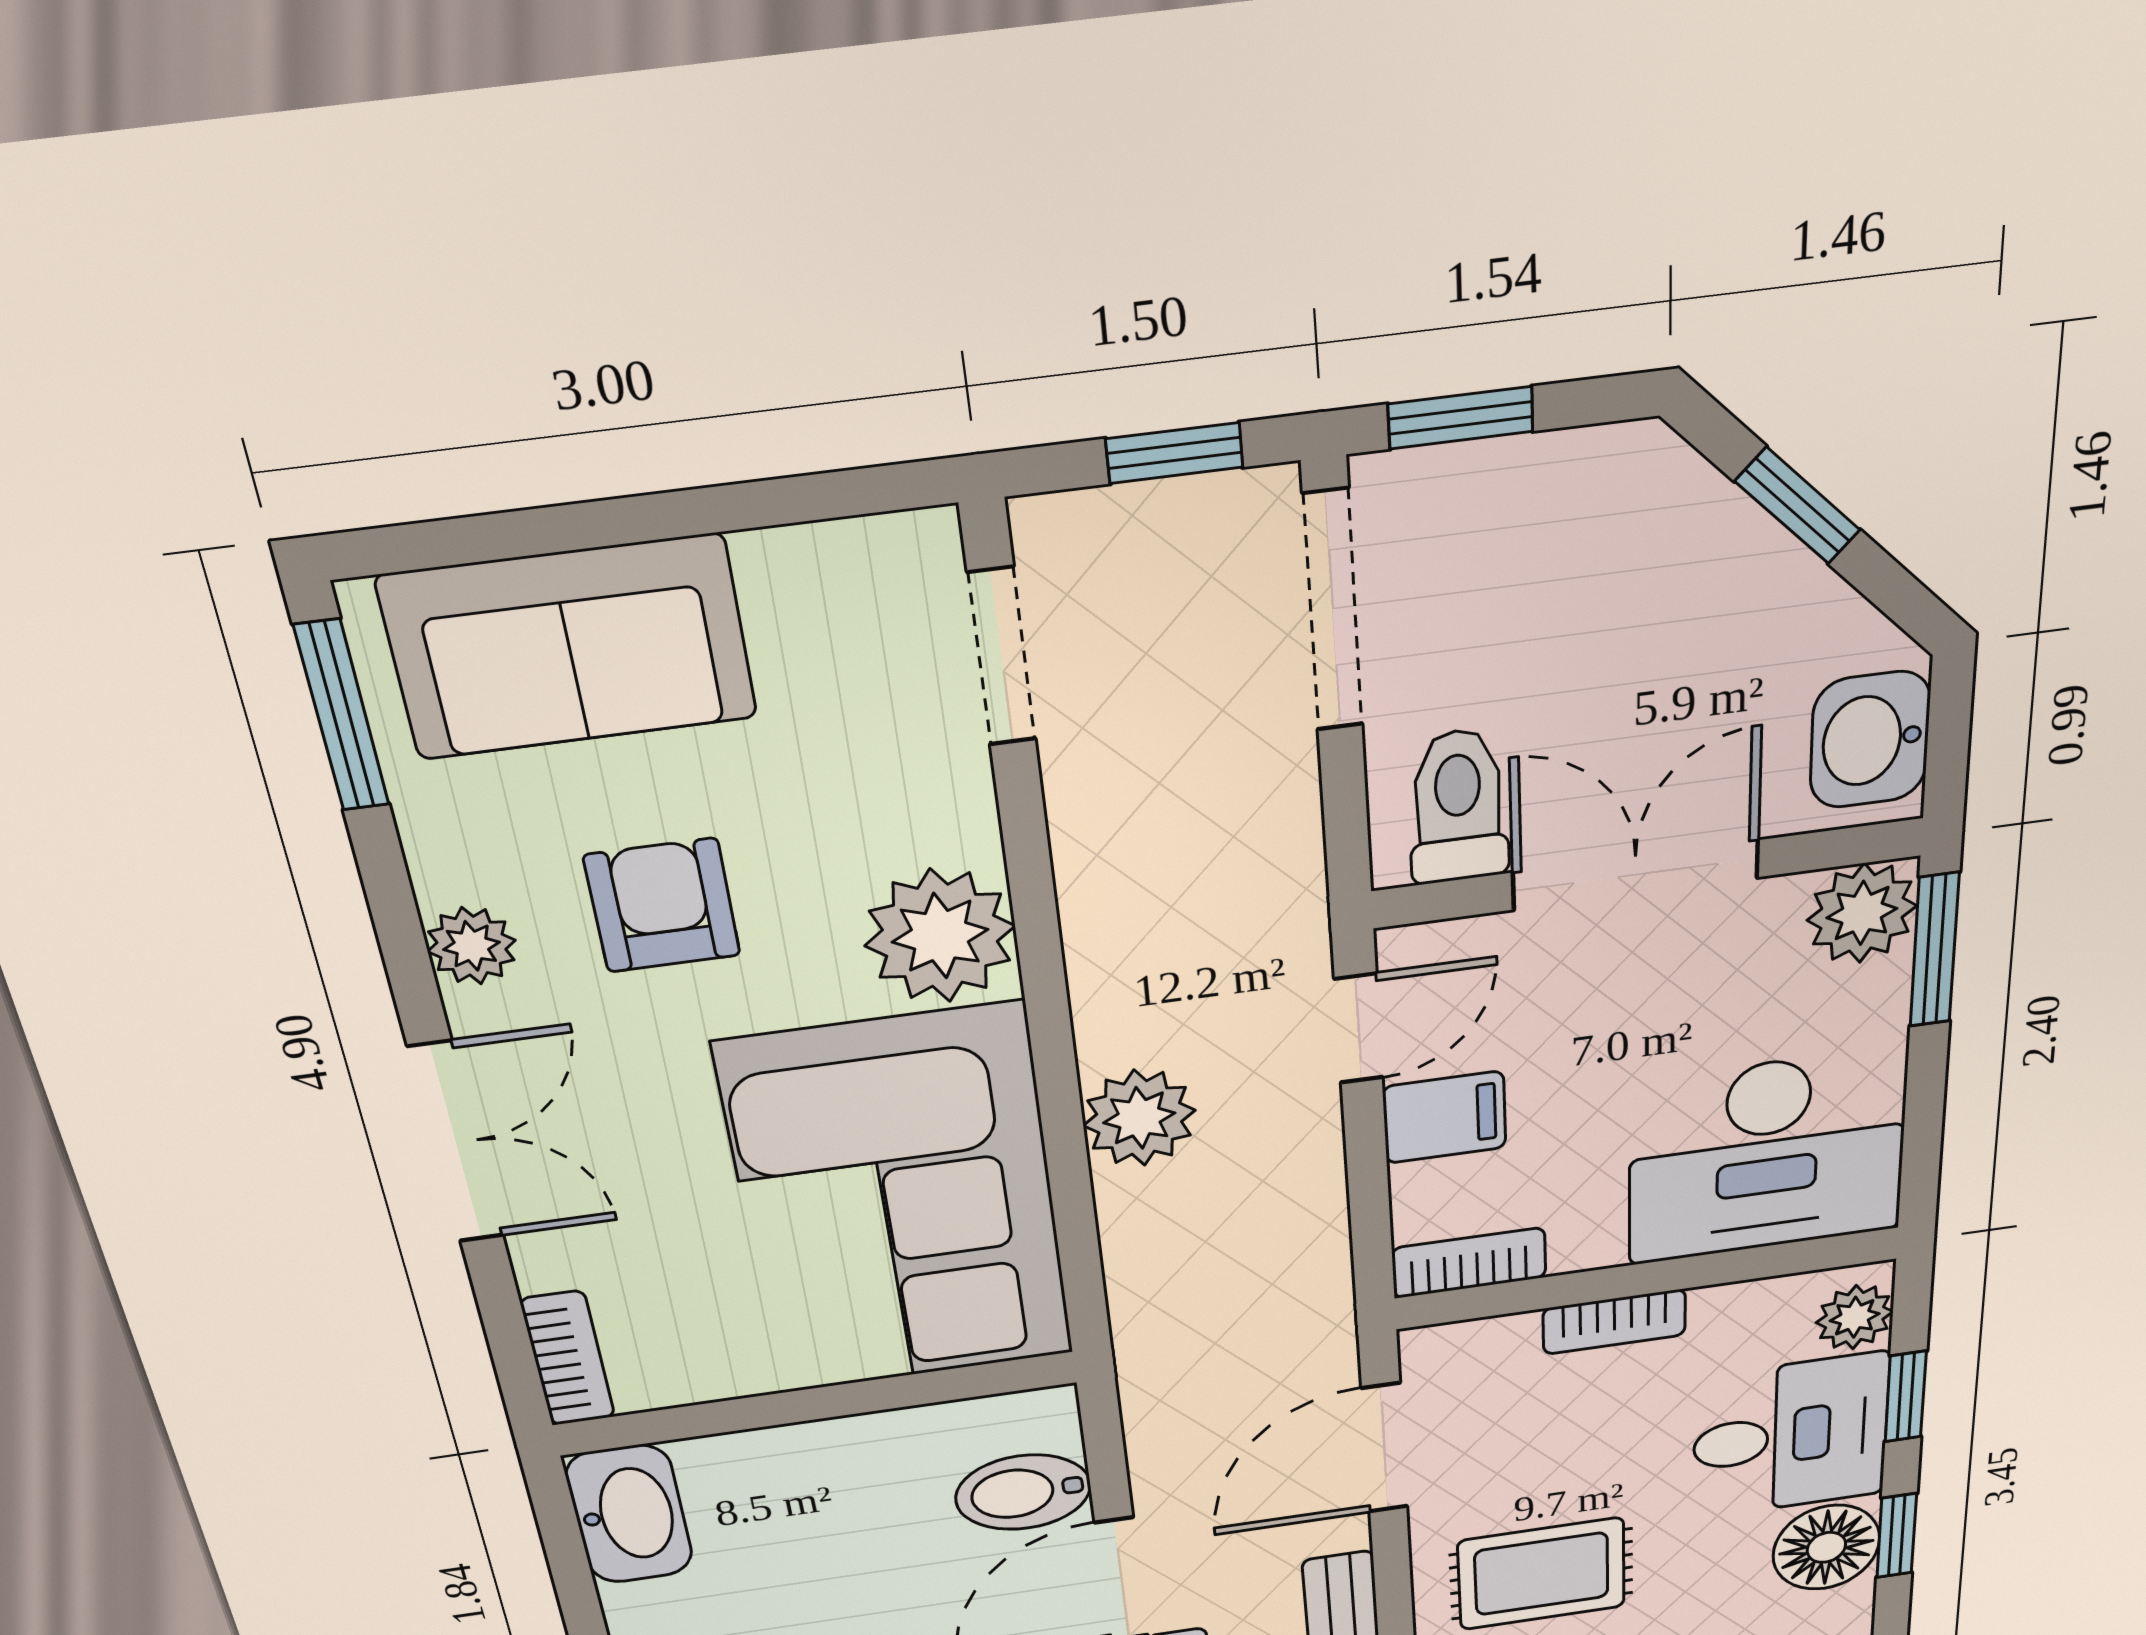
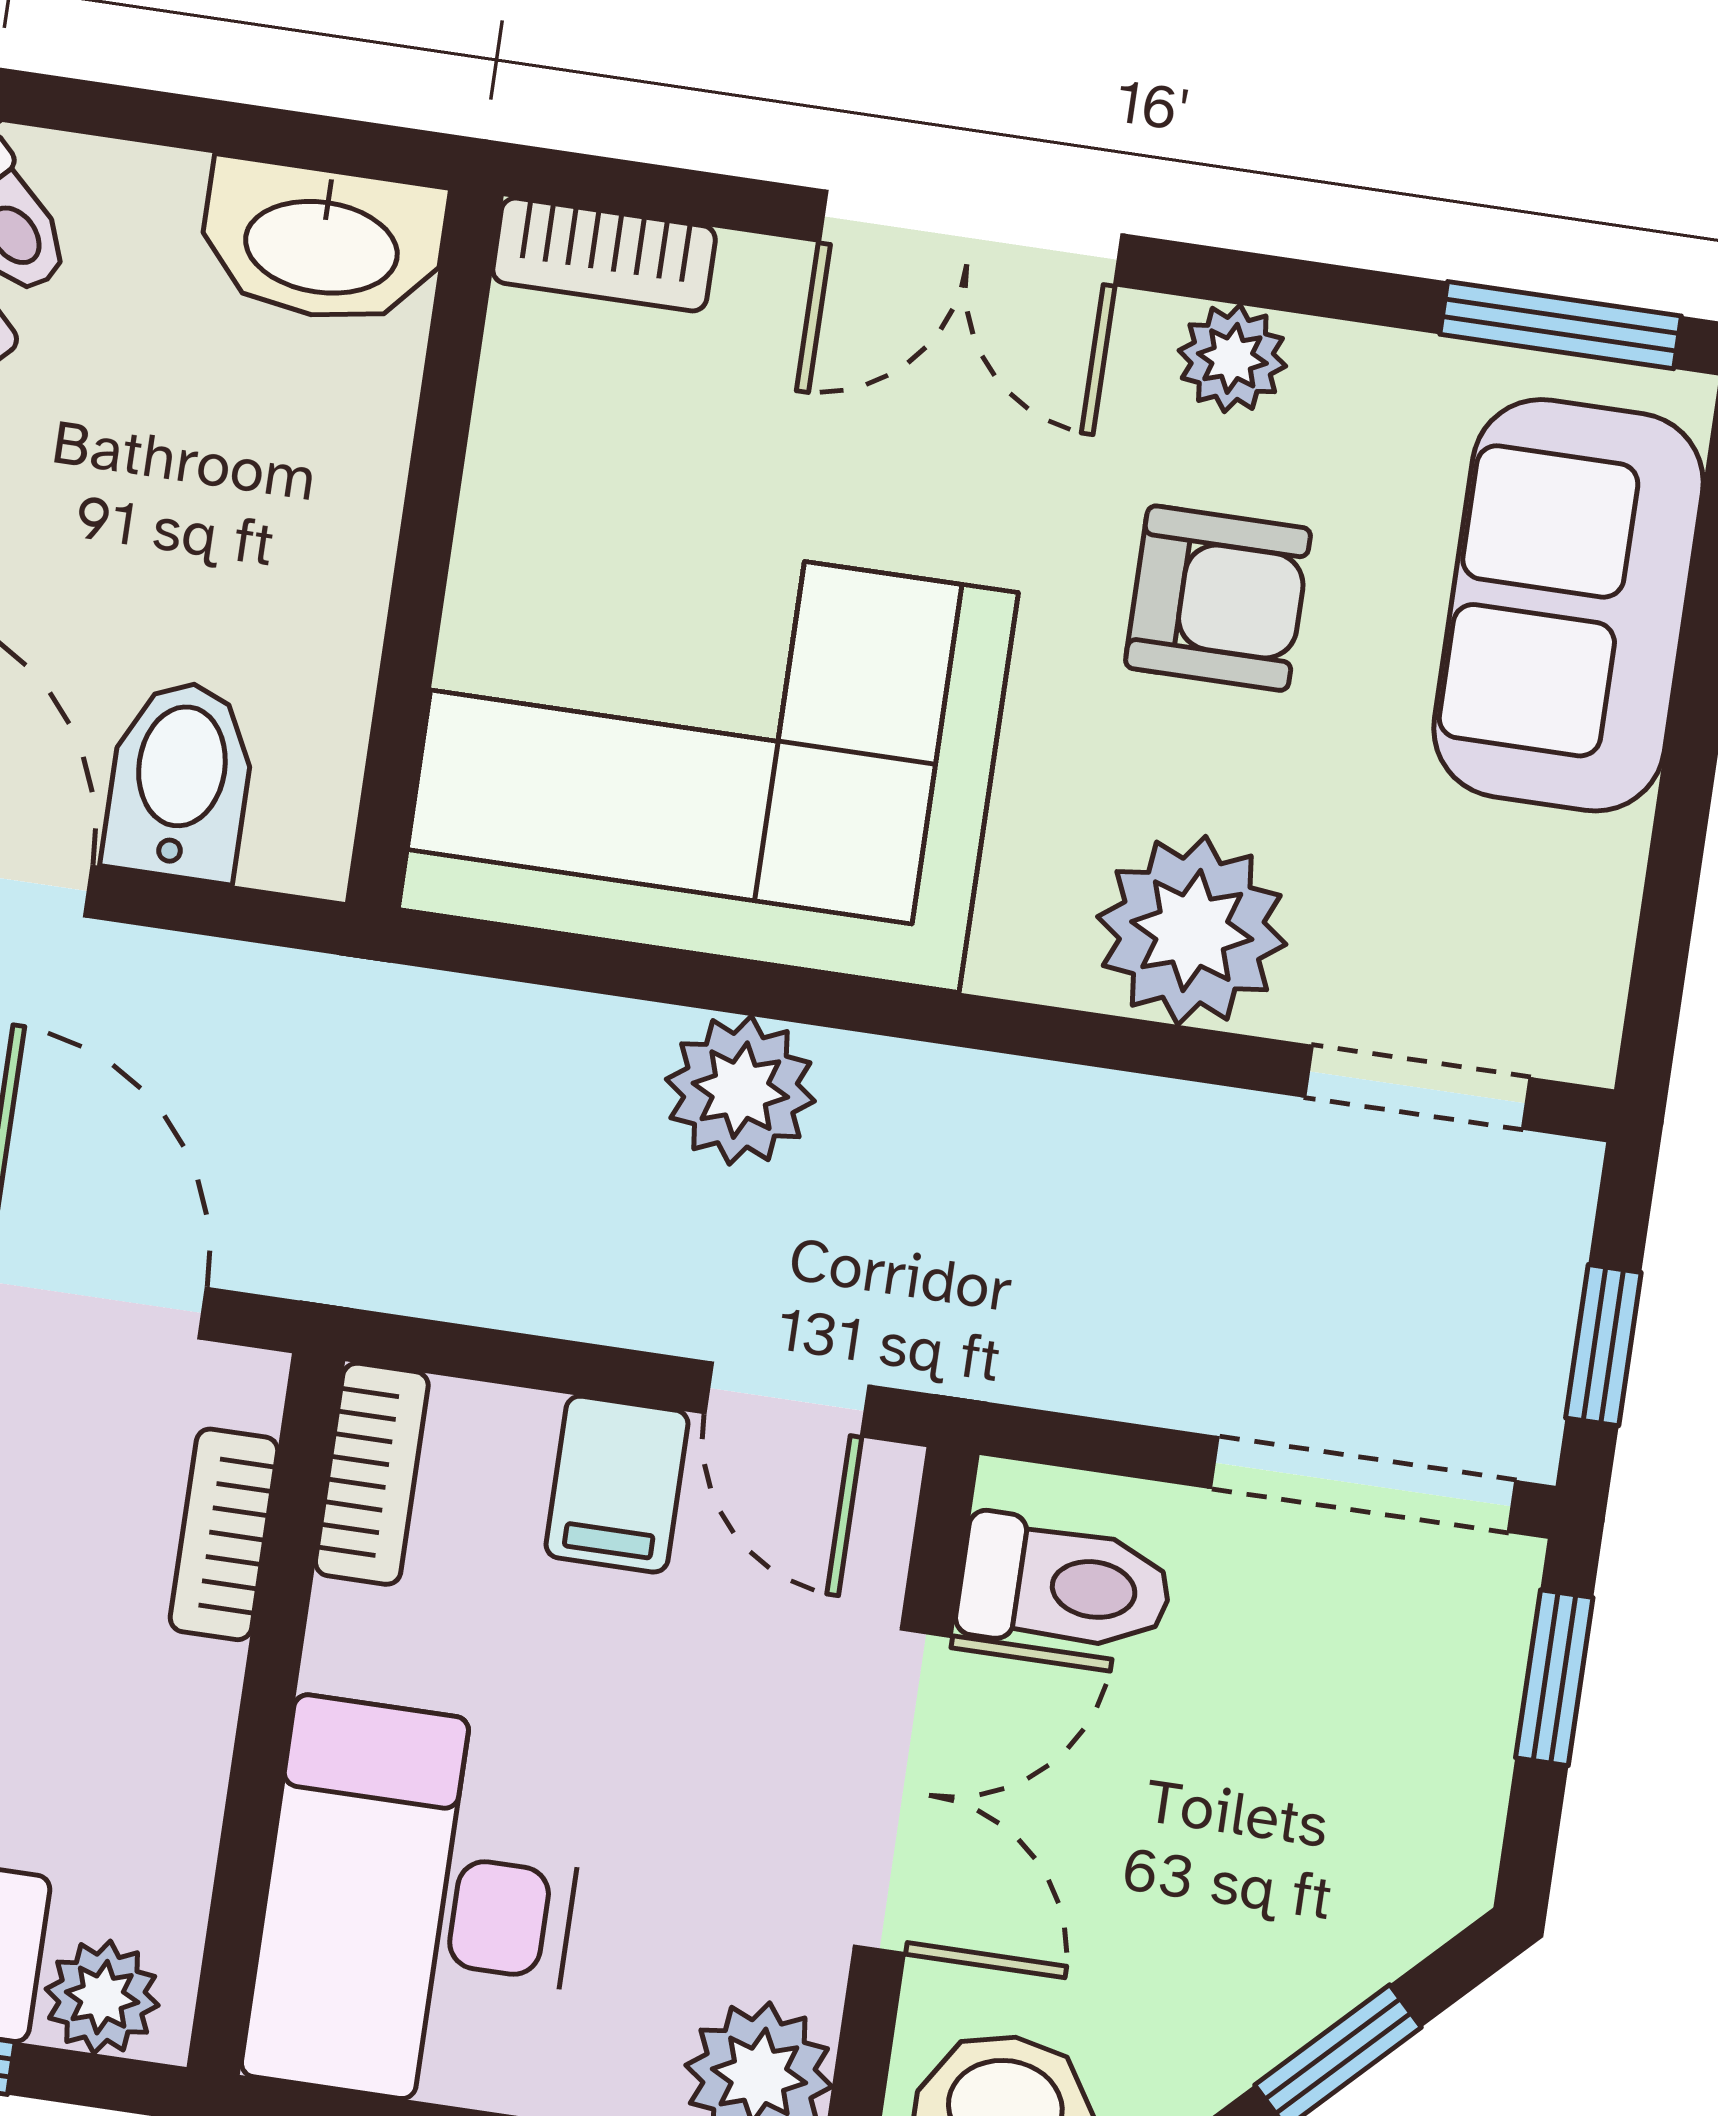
plant: (940, 936) -> (1192, 931), moved
bookcase: (1614, 1322) -> (224, 1534), moved

